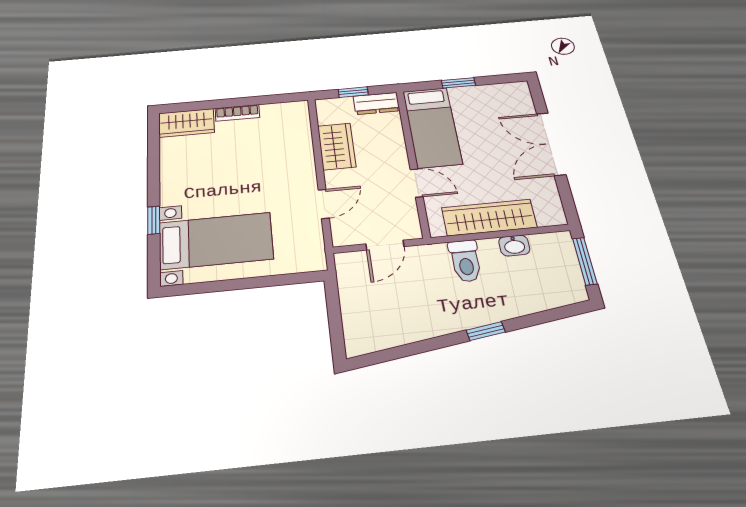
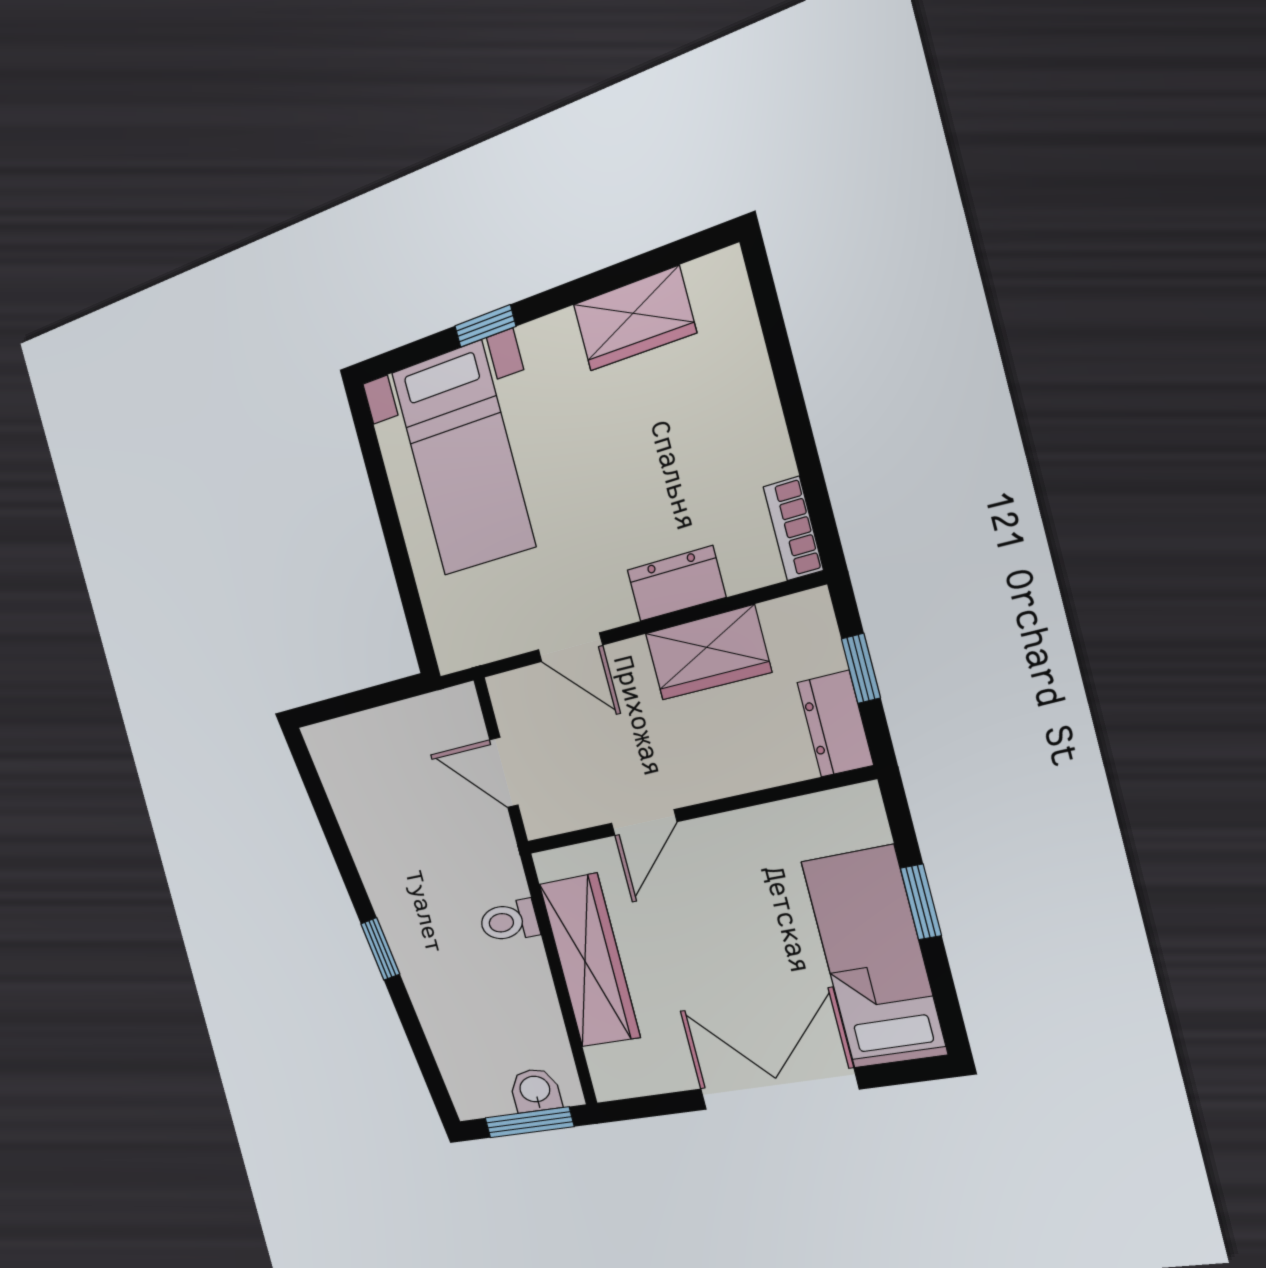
bookcase: (237, 113) -> (793, 528), moved
wardrobe: (186, 123) -> (634, 319), moved, turned -90
bed: (432, 127) -> (874, 957), moved, turned 90
dresser: (302, 155) -> (676, 584), added
washbasin: (514, 246) -> (535, 1090), moved, turned 90
toilet: (465, 261) -> (509, 921), width x0.73, depth x0.72

